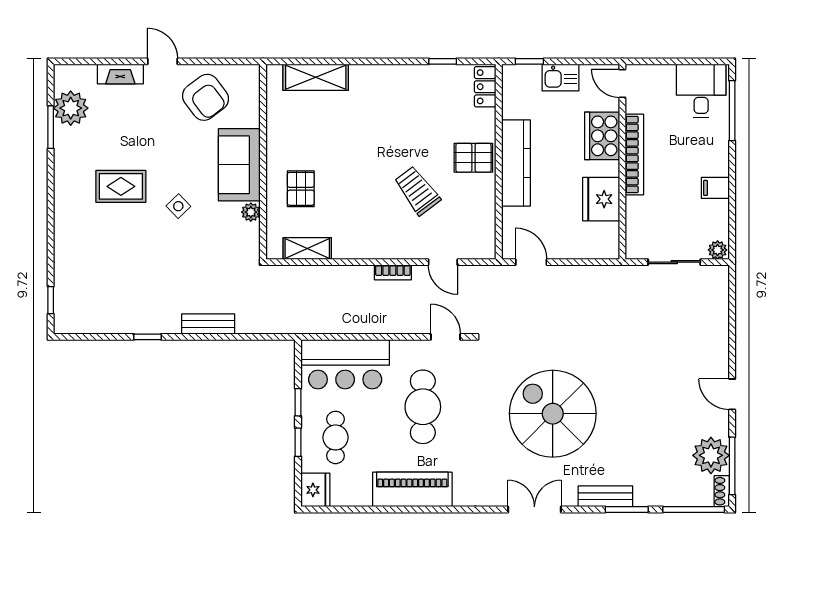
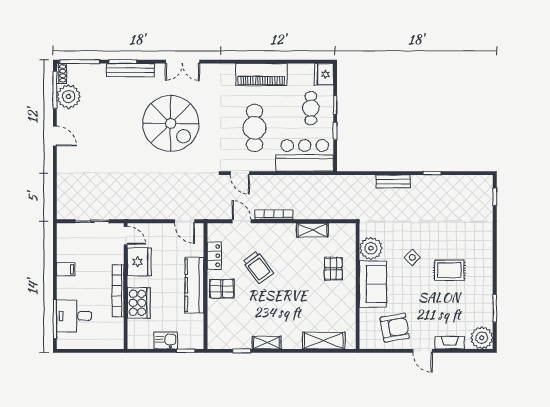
shelving: (404, 74) -> (267, 343), added
door: (622, 84) -> (126, 235), moved
locker: (485, 87) -> (214, 256), moved
desk: (701, 91) -> (74, 316), moved, turned 90
armchair: (205, 97) -> (395, 328), turned 117
plant: (71, 108) -> (482, 338), moved
plant: (251, 212) -> (371, 248), width x1.88, depth x1.88
shelving: (307, 249) -> (312, 230), moved
plant: (718, 250) -> (64, 229), removed
bookcase: (393, 272) -> (274, 215), width x1.56
bench: (605, 496) -> (130, 70), width x1.36

